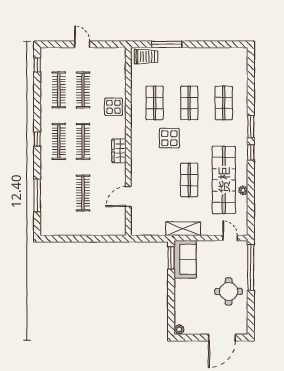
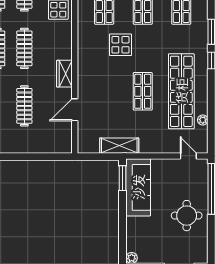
wardrobe: (119, 151) -> (64, 74), moved
plant: (243, 190) -> (203, 120), moved
shelving: (183, 229) -> (119, 146), moved
sofa: (185, 259) -> (138, 187), width x1.36

